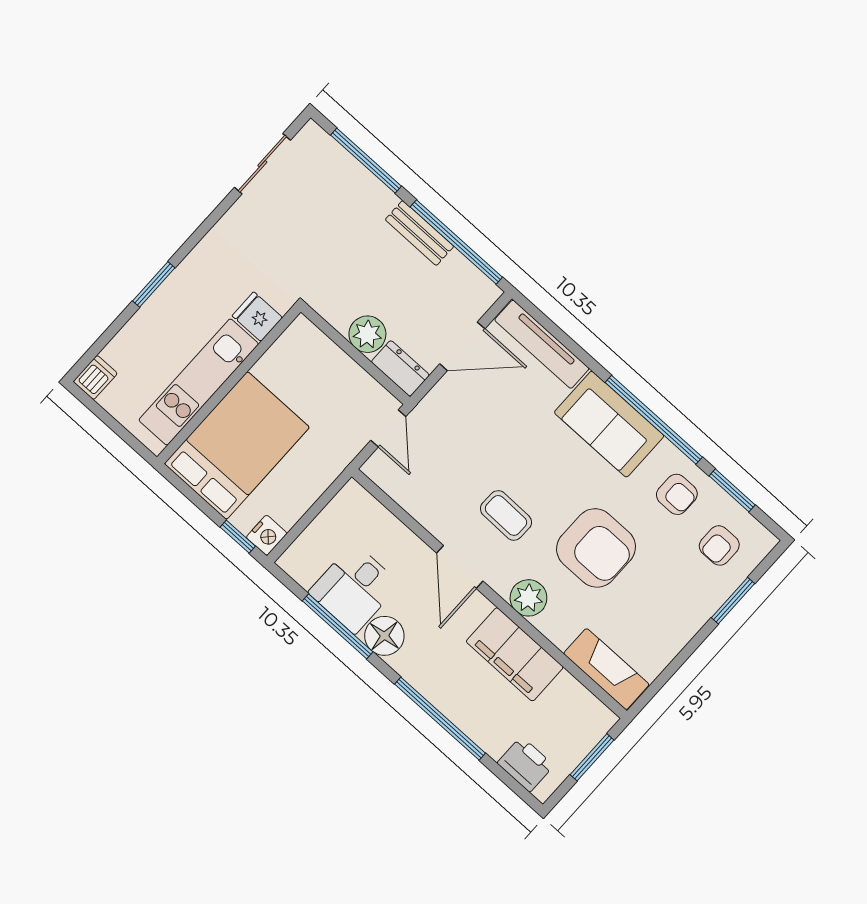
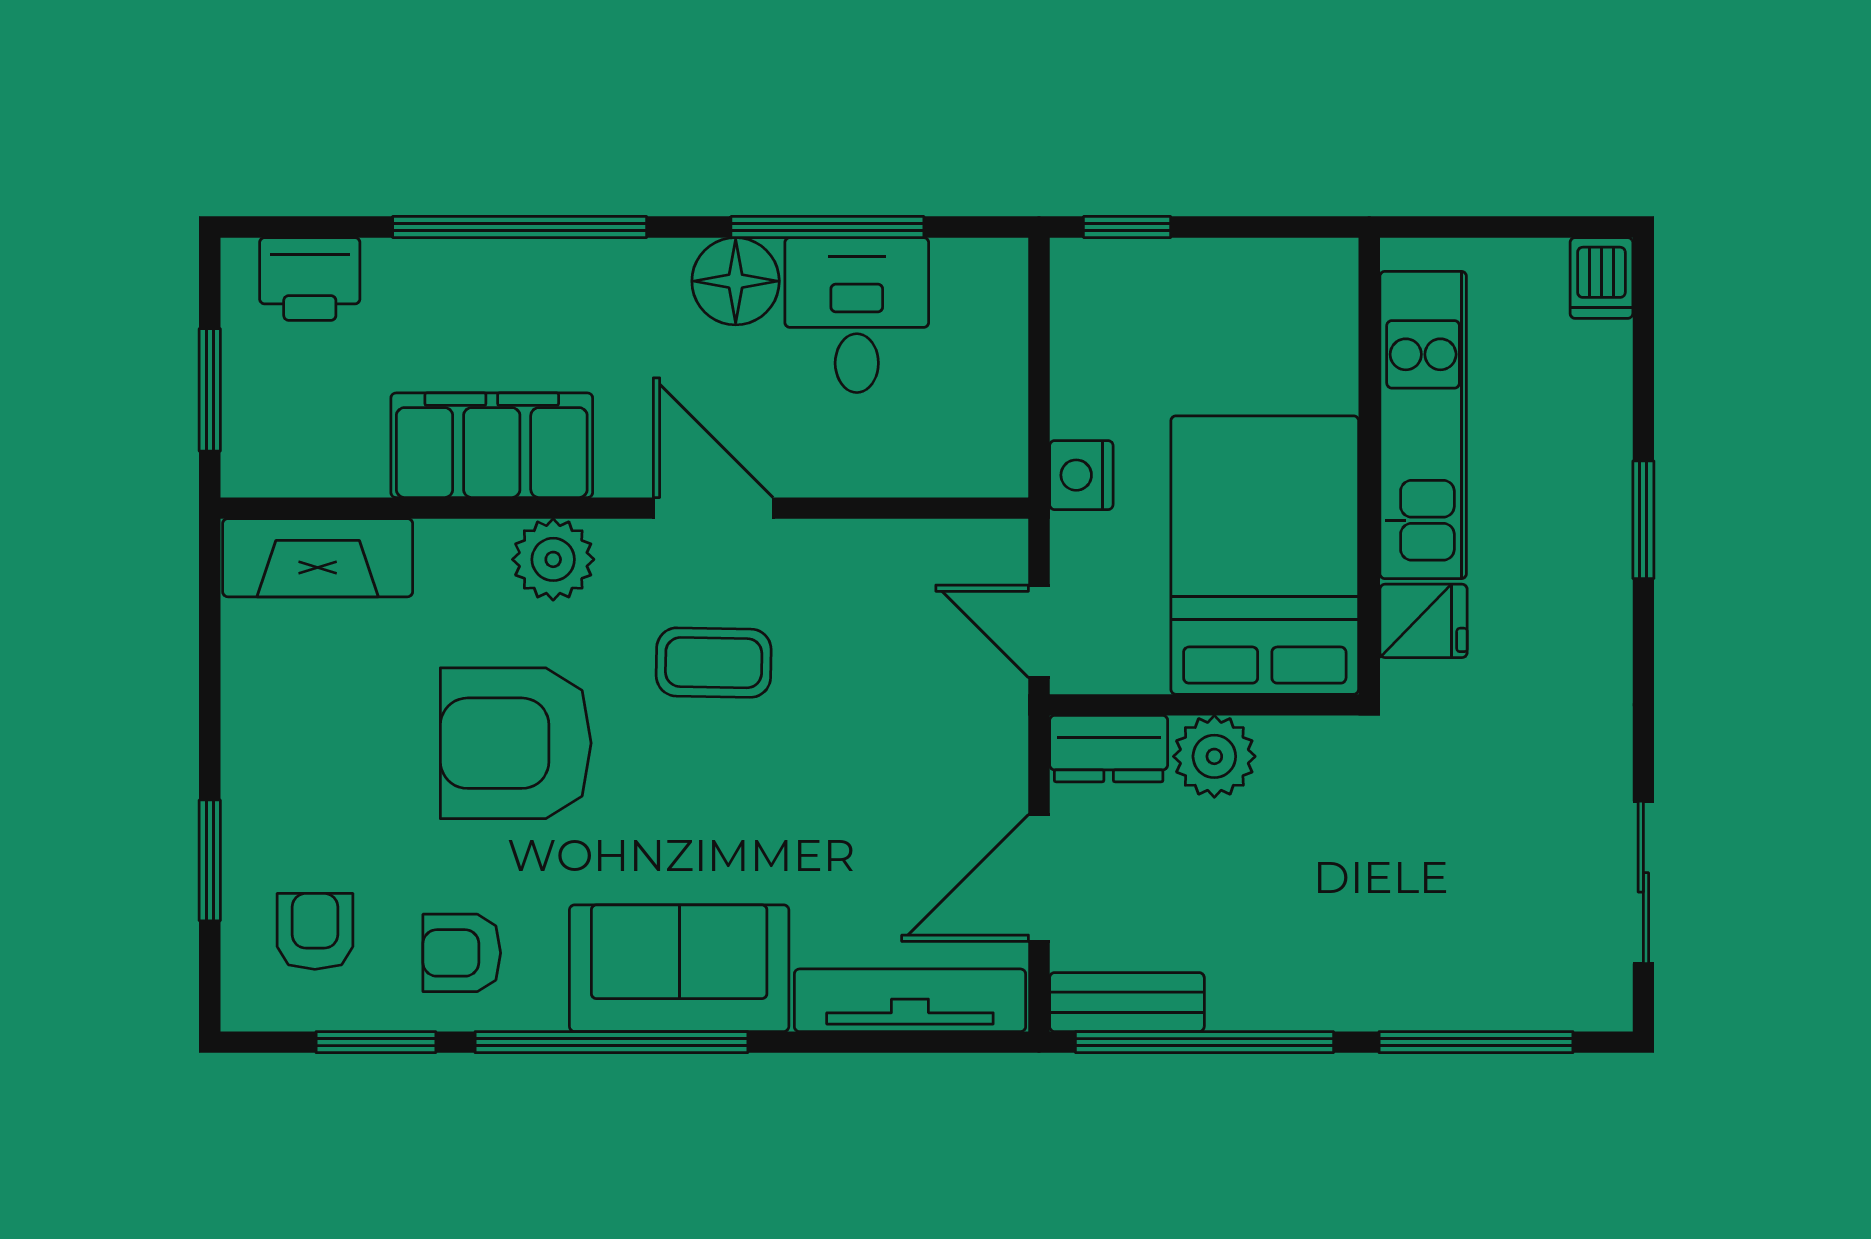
bench: (419, 233) -> (1127, 1002), moved
bed: (237, 445) -> (1265, 555), moved, turned 180
nightstand: (267, 535) -> (1081, 475), moved

